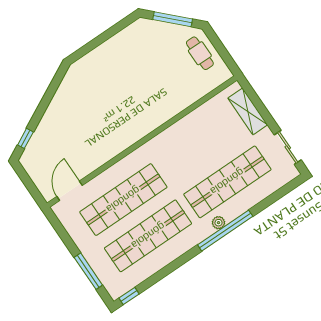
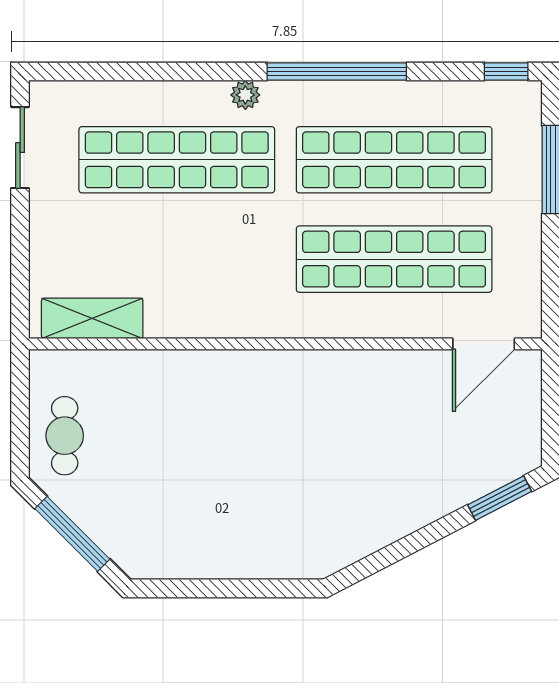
shelving: (248, 111) -> (92, 318), moved, turned 90
window: (25, 138) -> (500, 498), width x1.50
window: (225, 231) -> (337, 72), moved

